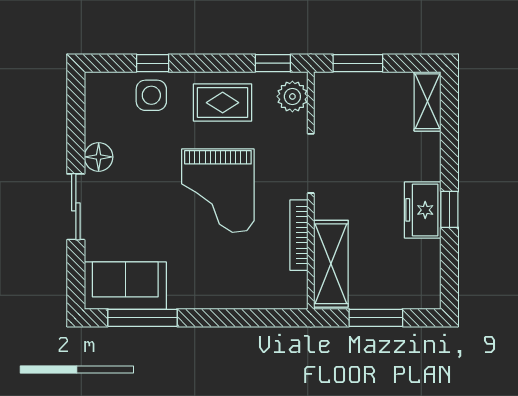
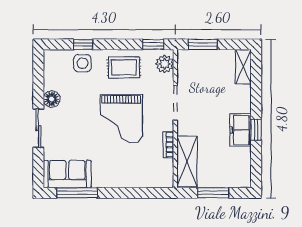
bookcase: (299, 235) -> (168, 145), width x0.64

